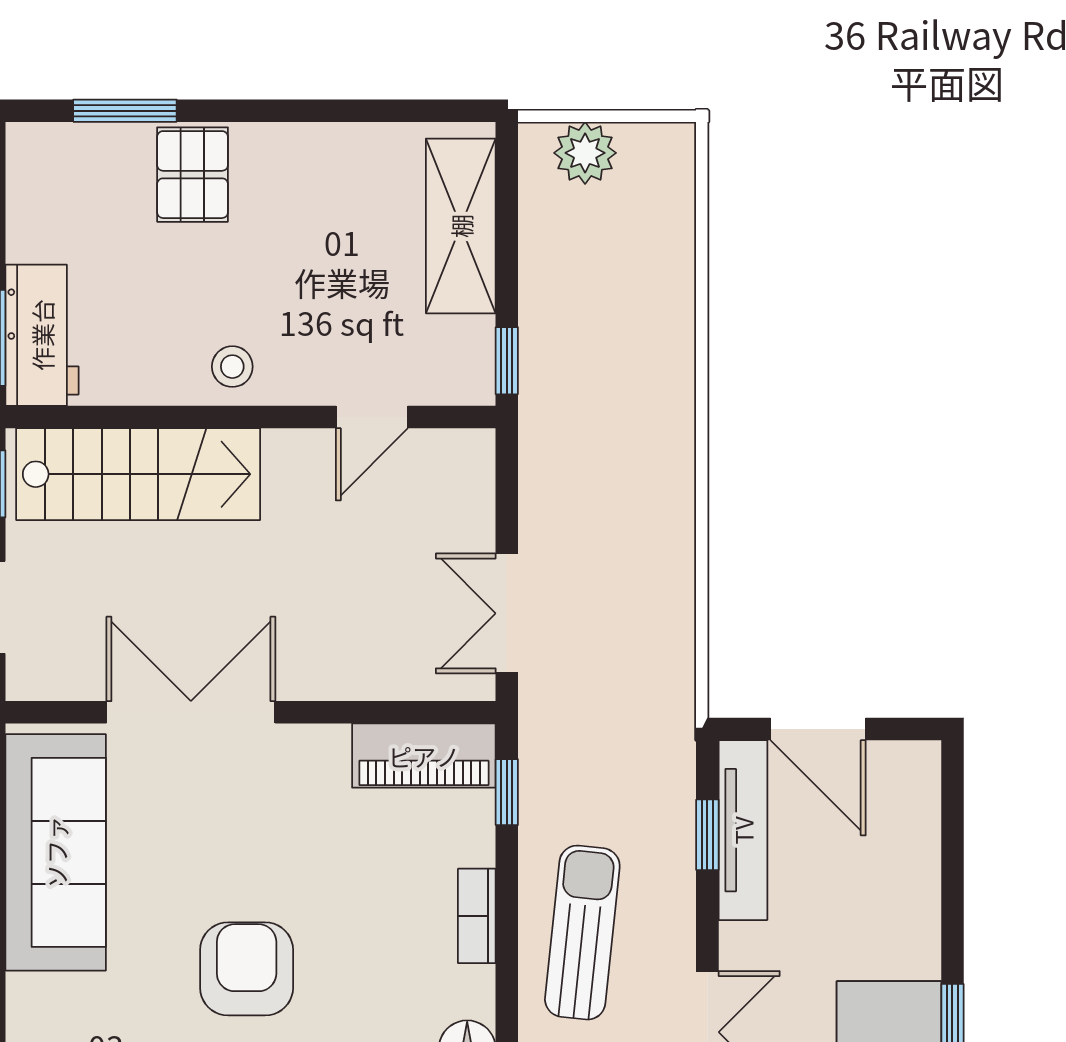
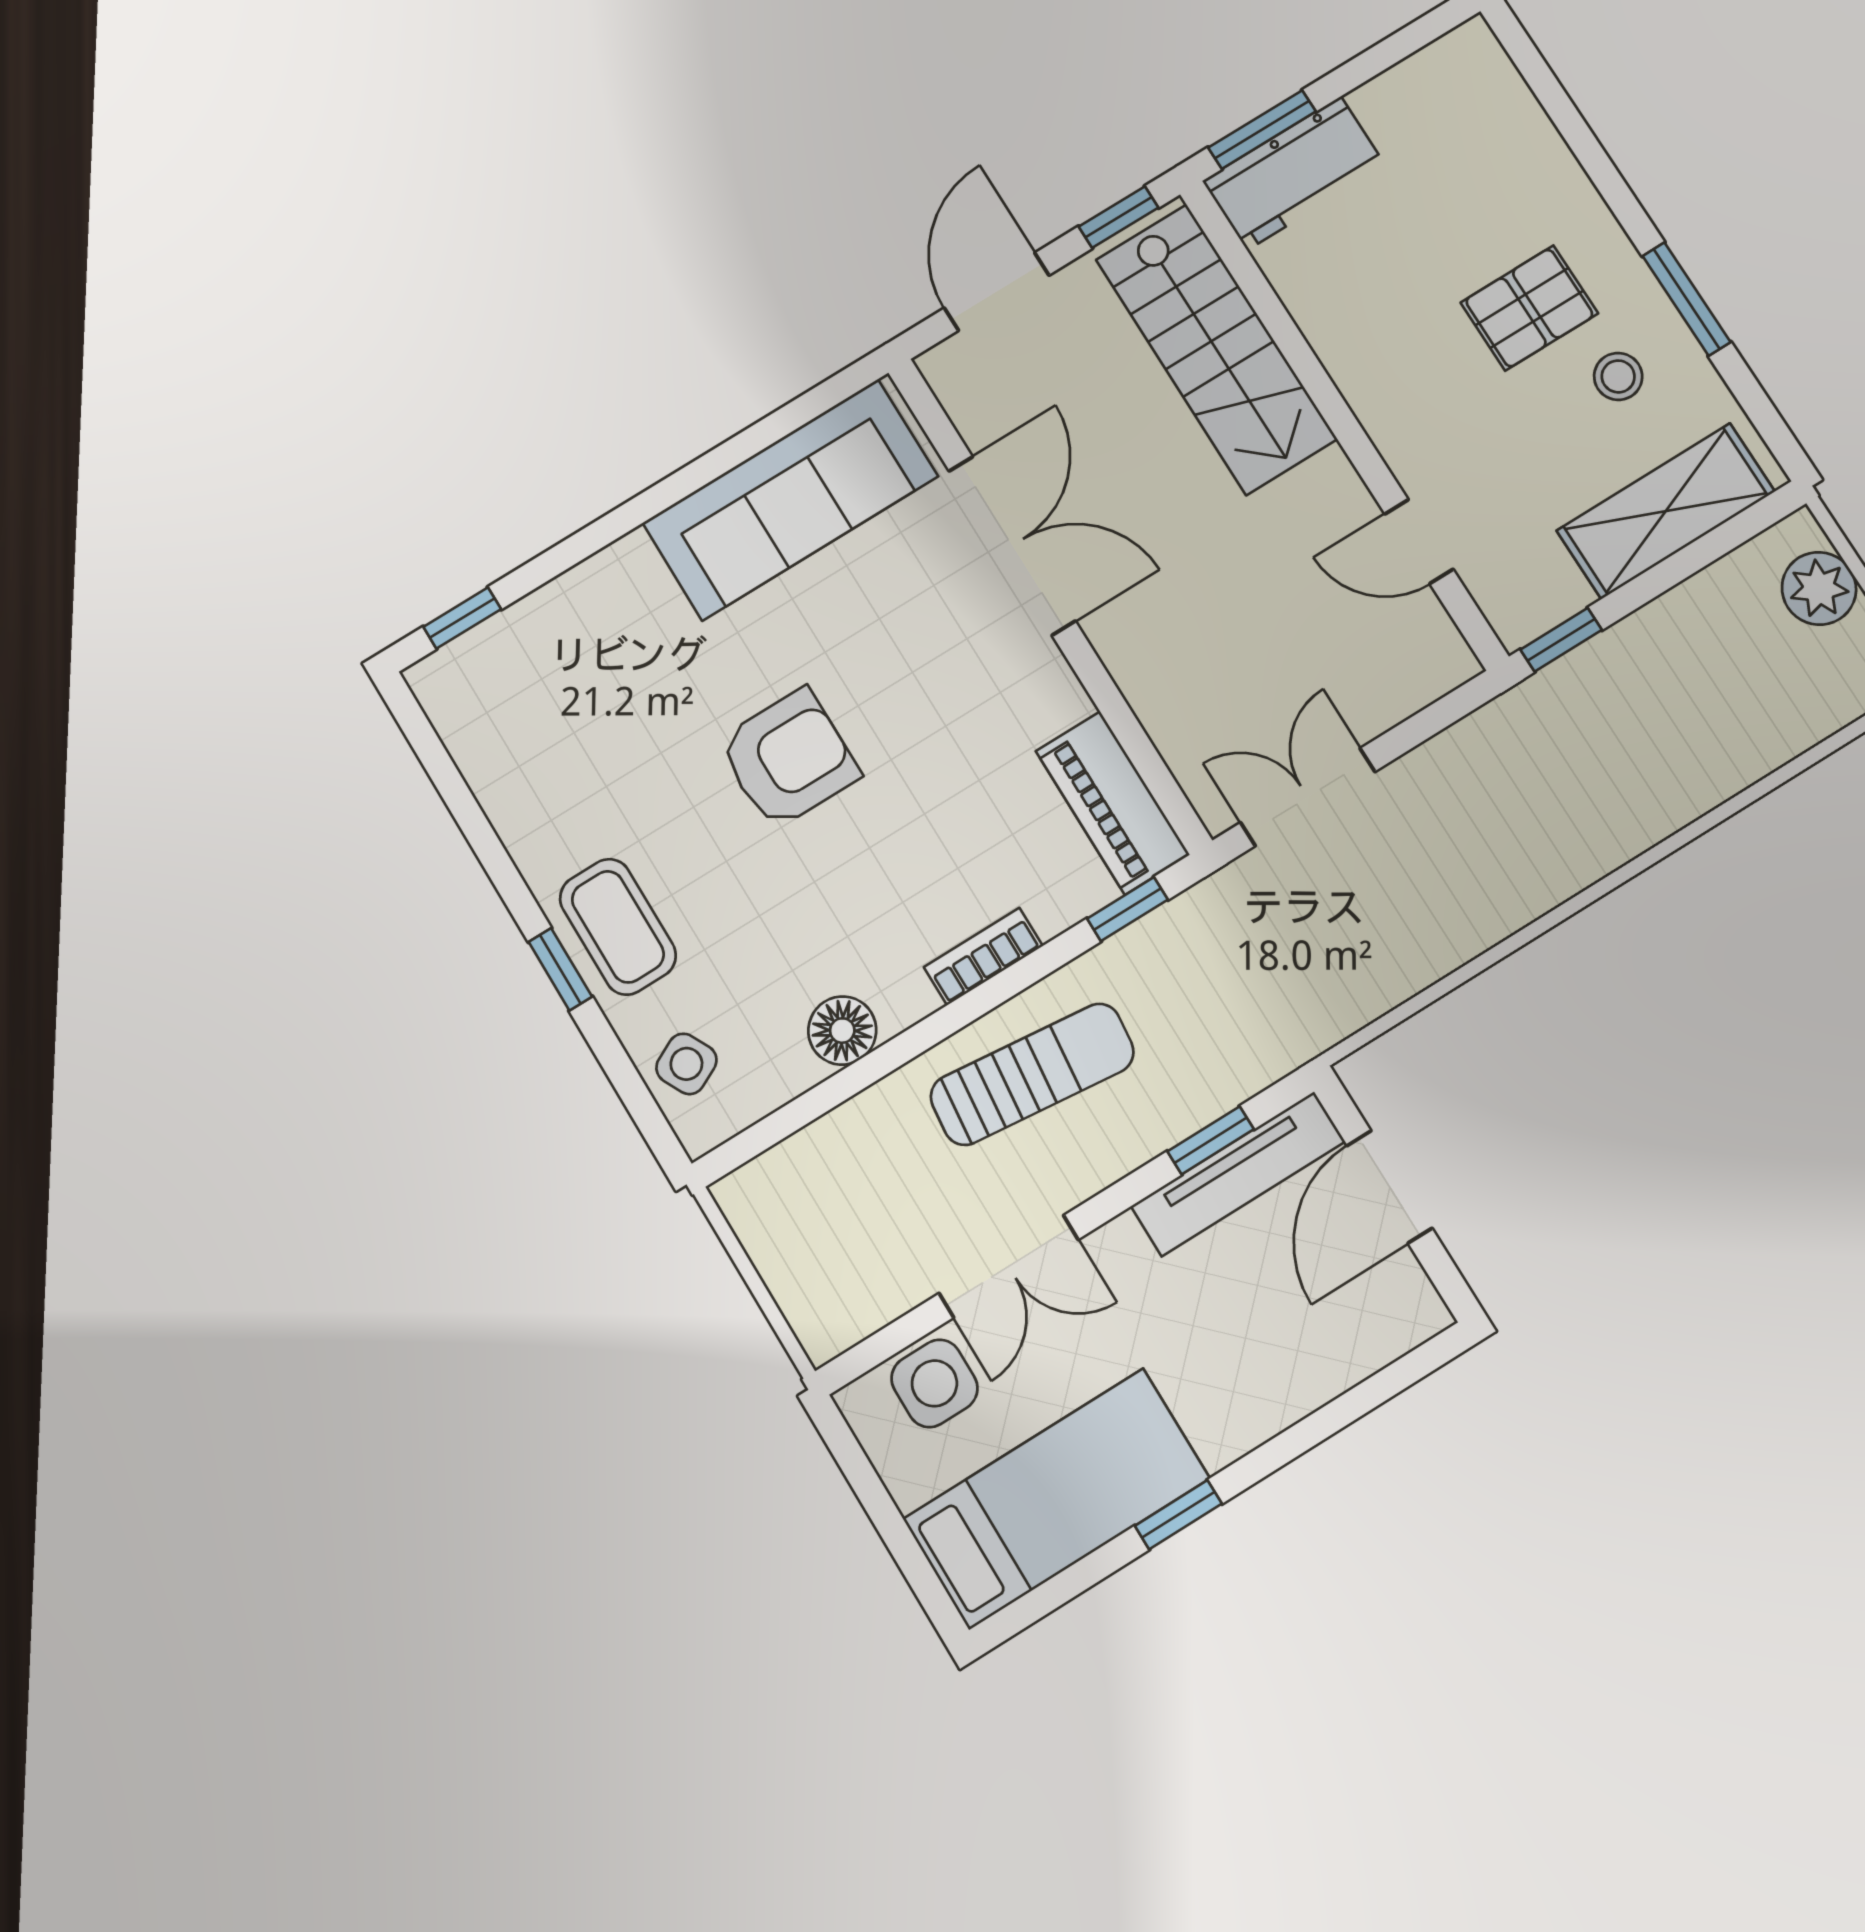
window: (125, 111) -> (1687, 299), moved
pallet: (193, 175) -> (1529, 308), moved
stool: (232, 367) -> (1618, 376), moved

